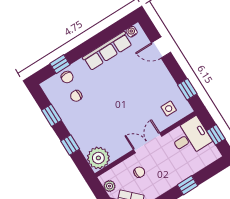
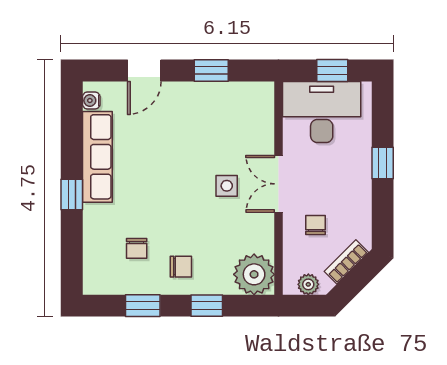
window: (60, 64) -> (72, 194), moved
chair: (67, 77) -> (181, 267), moved
window: (187, 89) -> (211, 70), moved
side table: (169, 109) -> (227, 186), moved
desk: (190, 137) -> (322, 112), width x1.37

